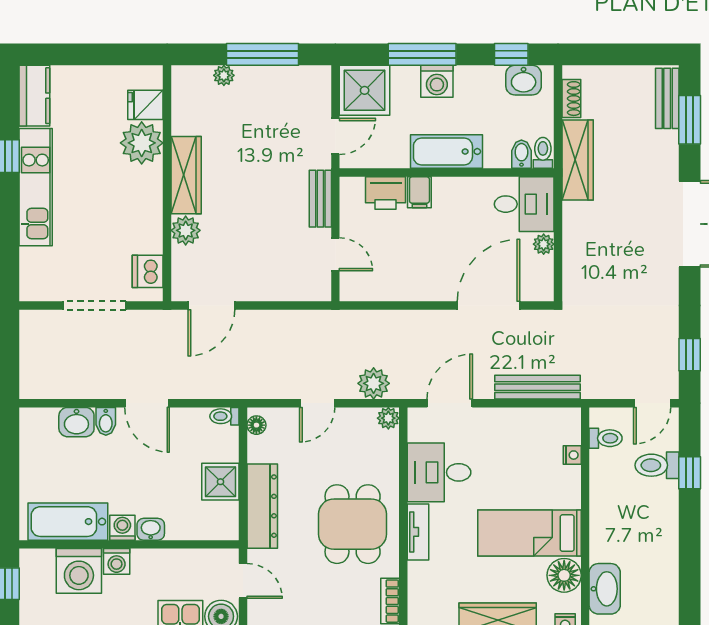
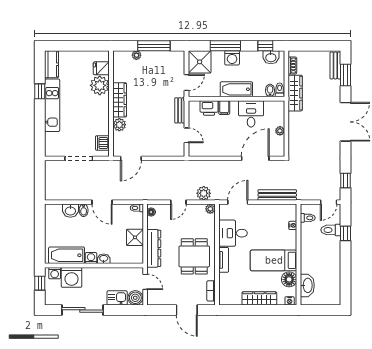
desk: (524, 204) -> (251, 114), moved, turned -90
washing machine: (117, 561) -> (55, 273), moved

